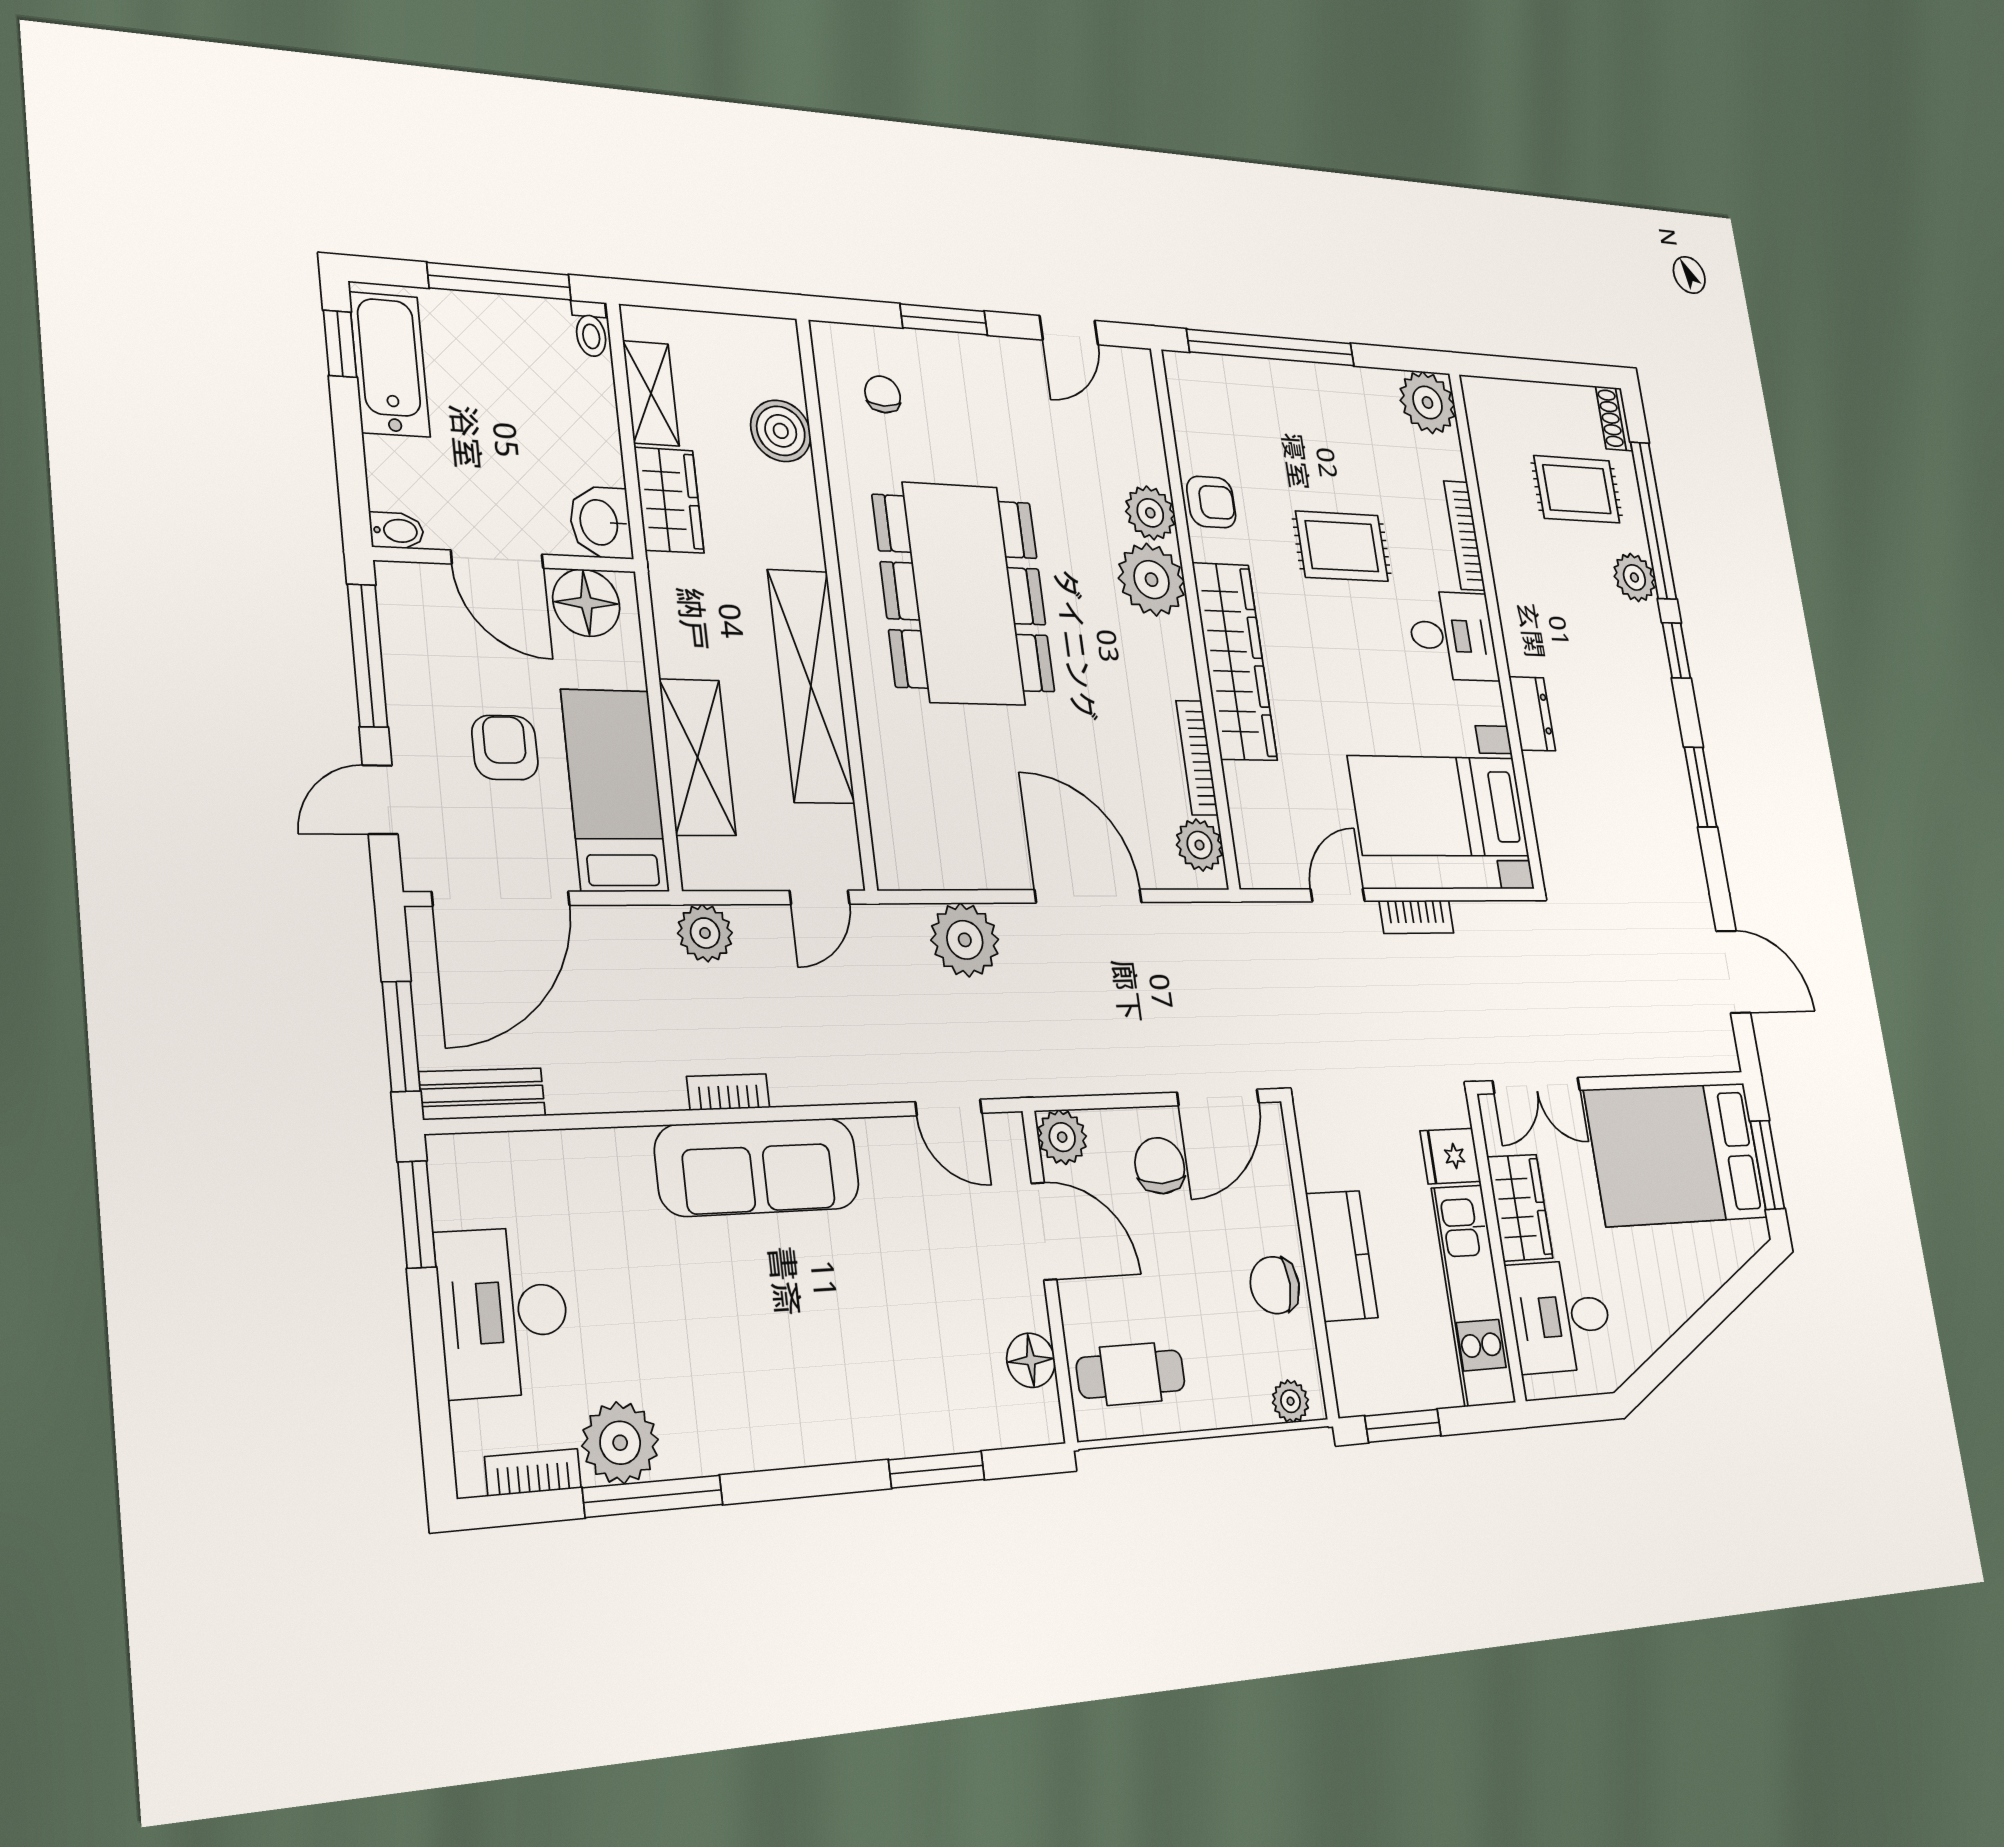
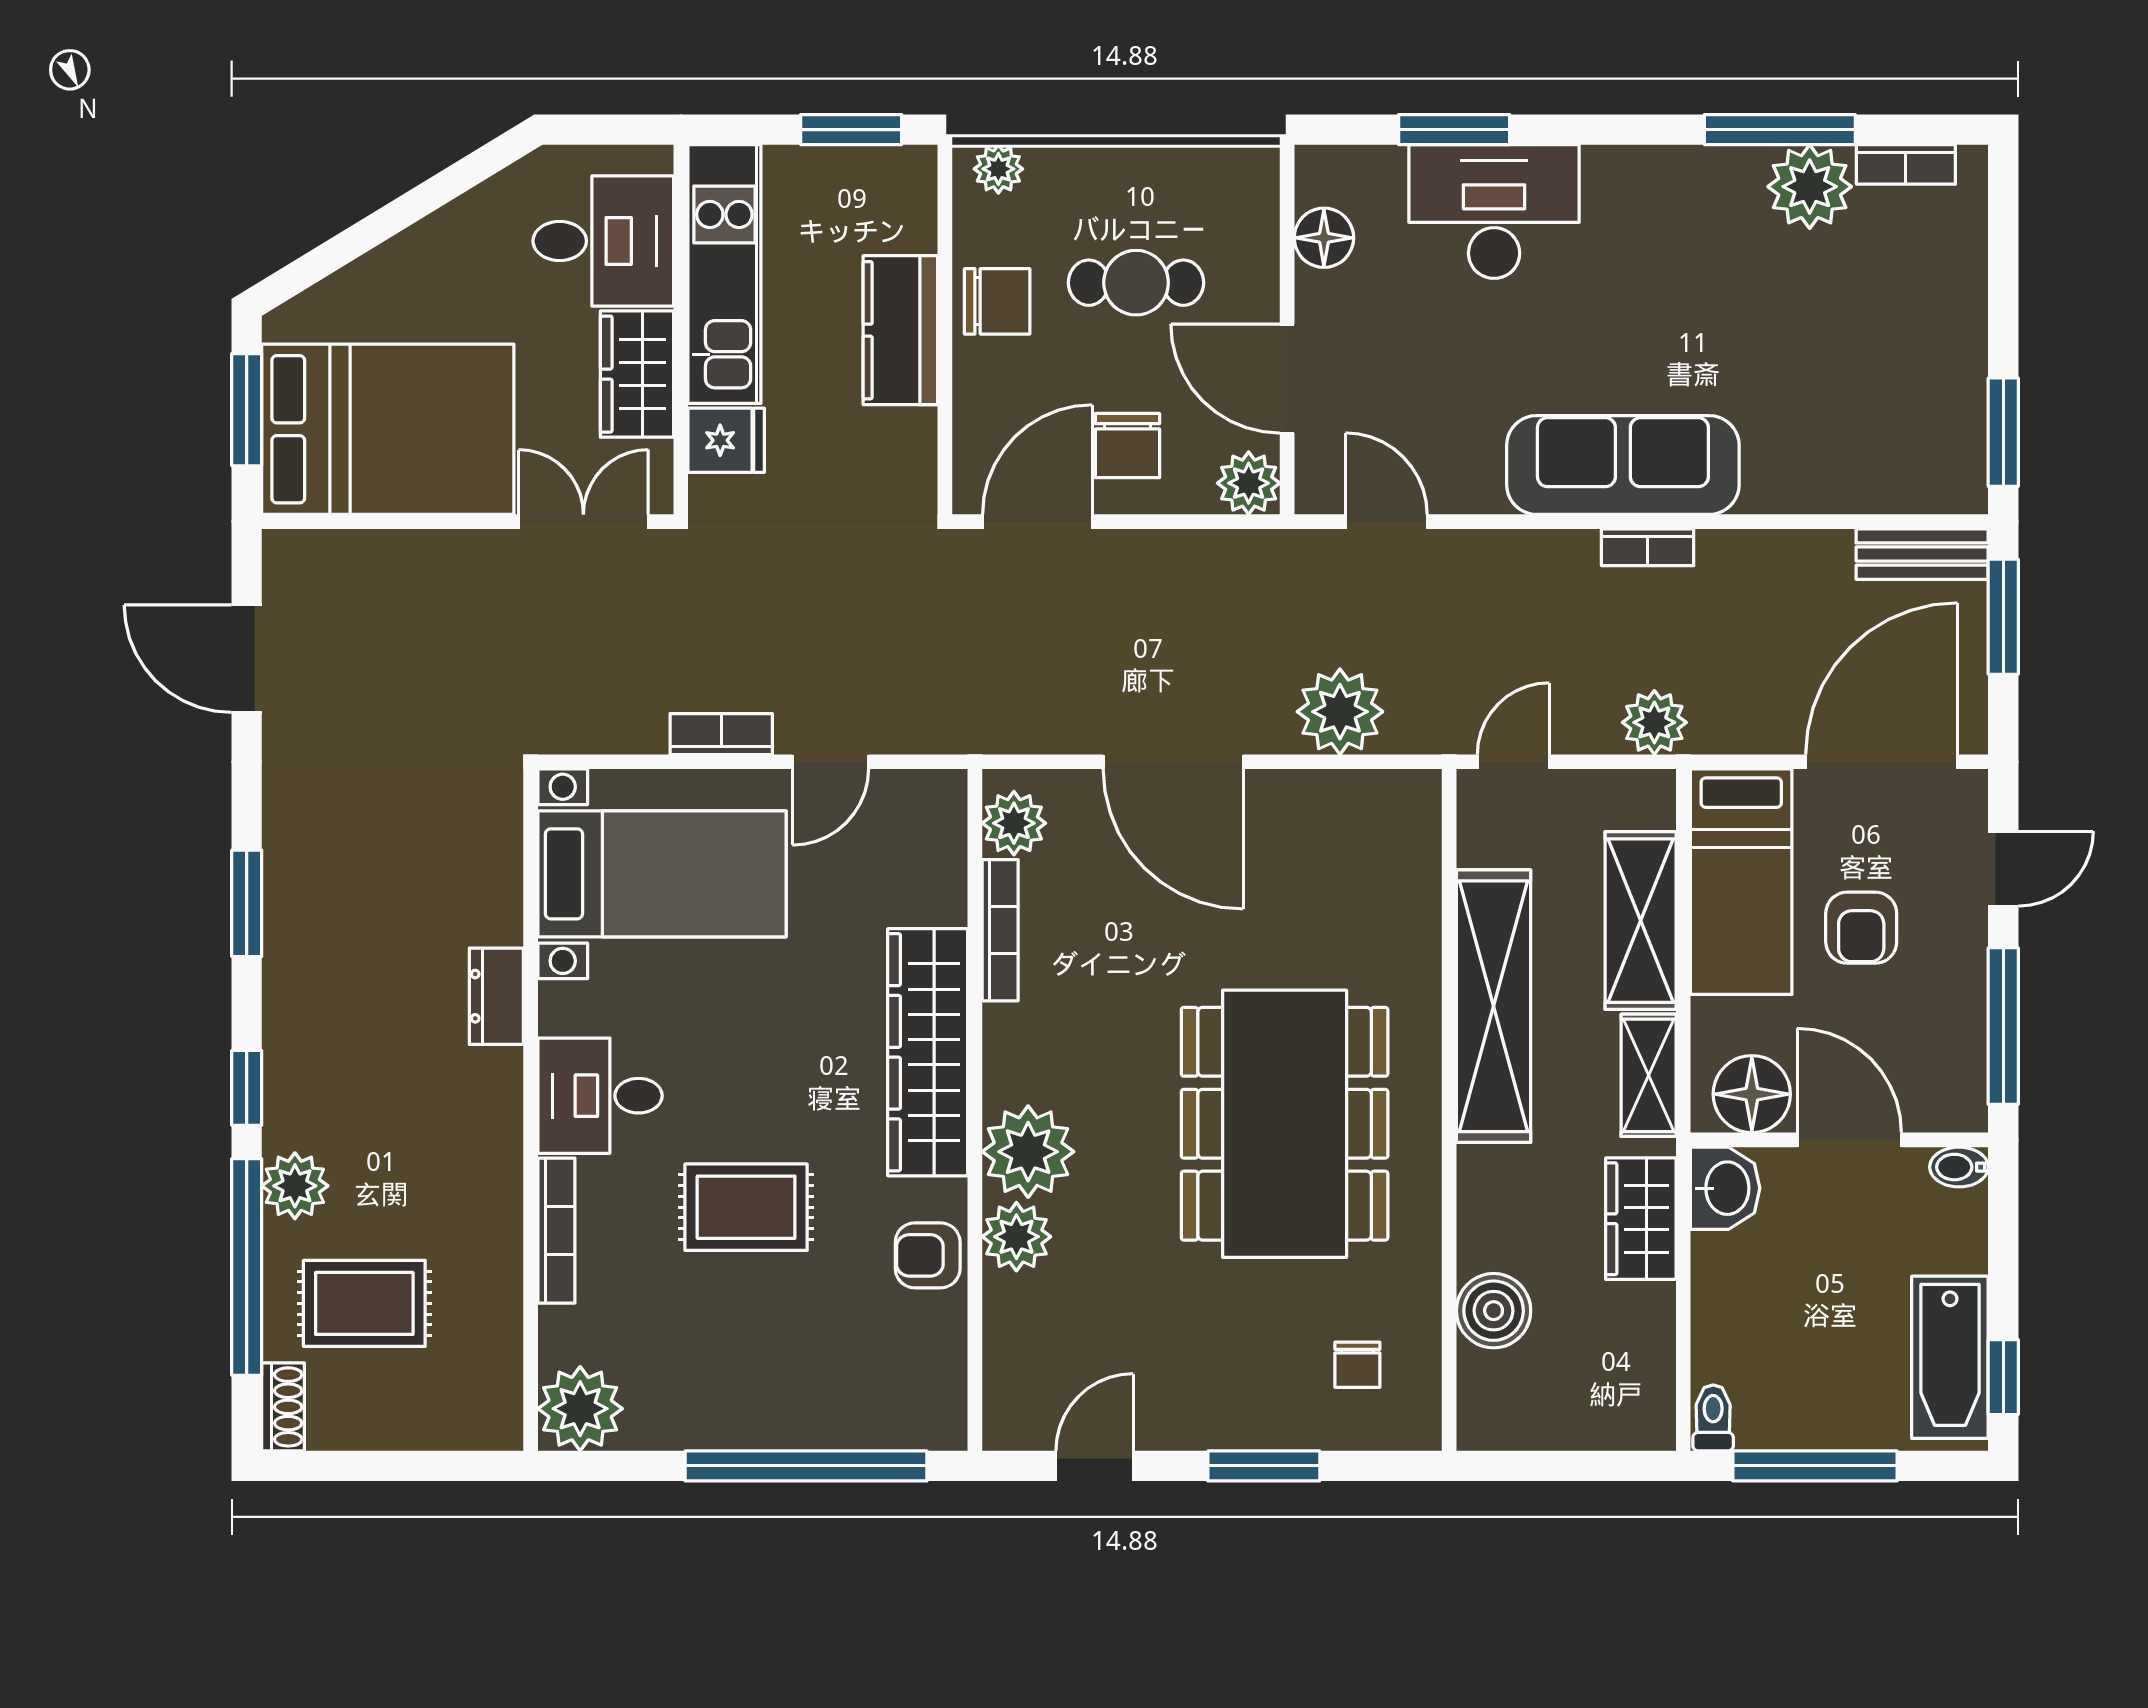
shelving: (651, 393) -> (1649, 1075), moved
desk: (503, 1312) -> (1494, 212), moved, turned -90
cafe table: (1131, 1374) -> (1136, 283), moved

